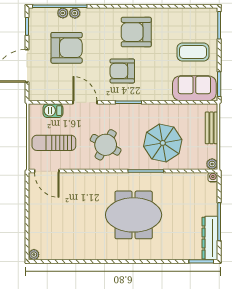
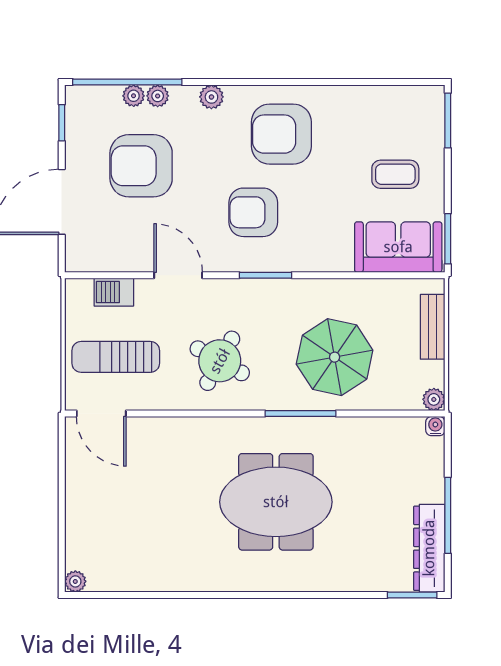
plant: (102, 14) -> (211, 97), added
armchair: (67, 48) -> (141, 166), turned 180
coffee table: (193, 52) -> (395, 174), width x0.73, depth x0.77

